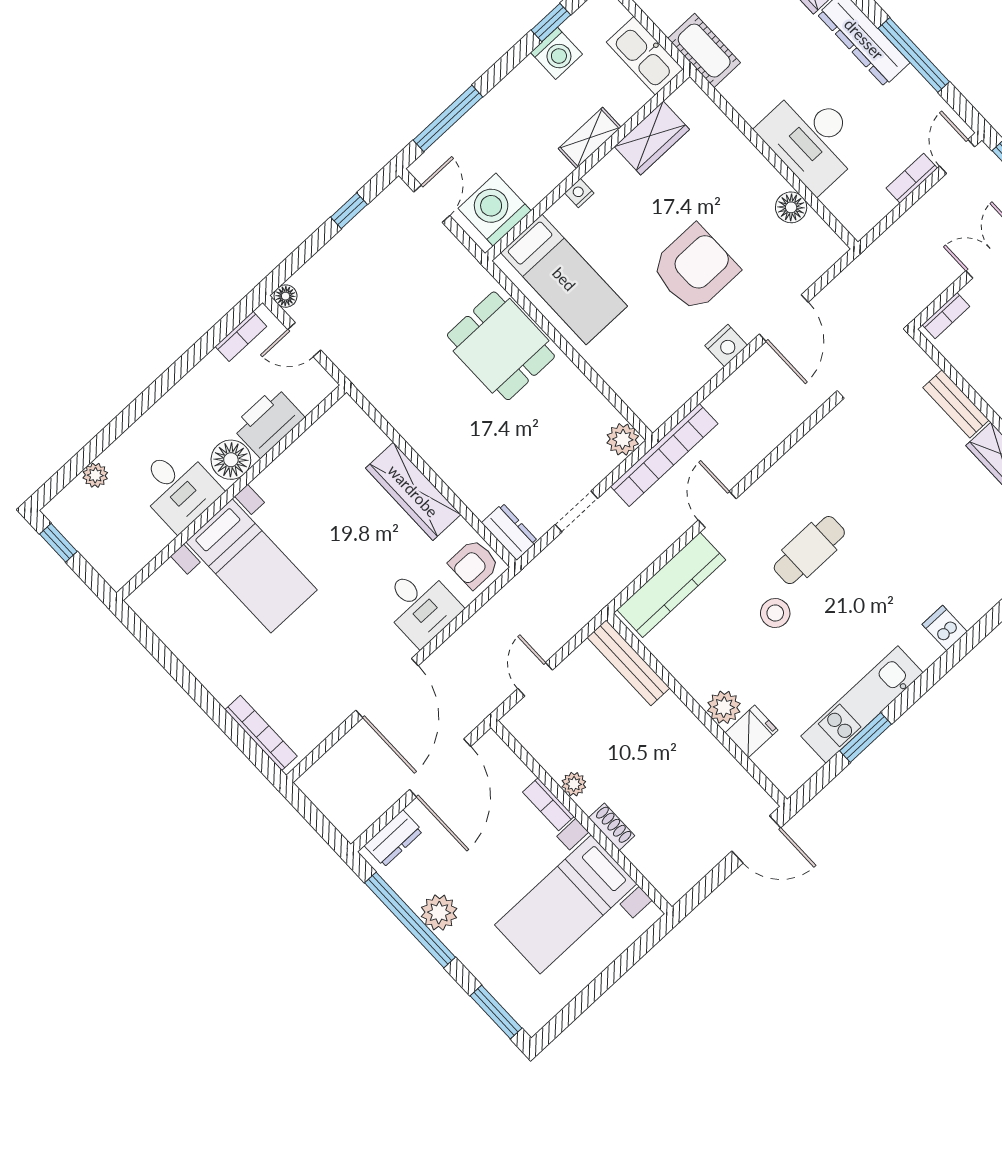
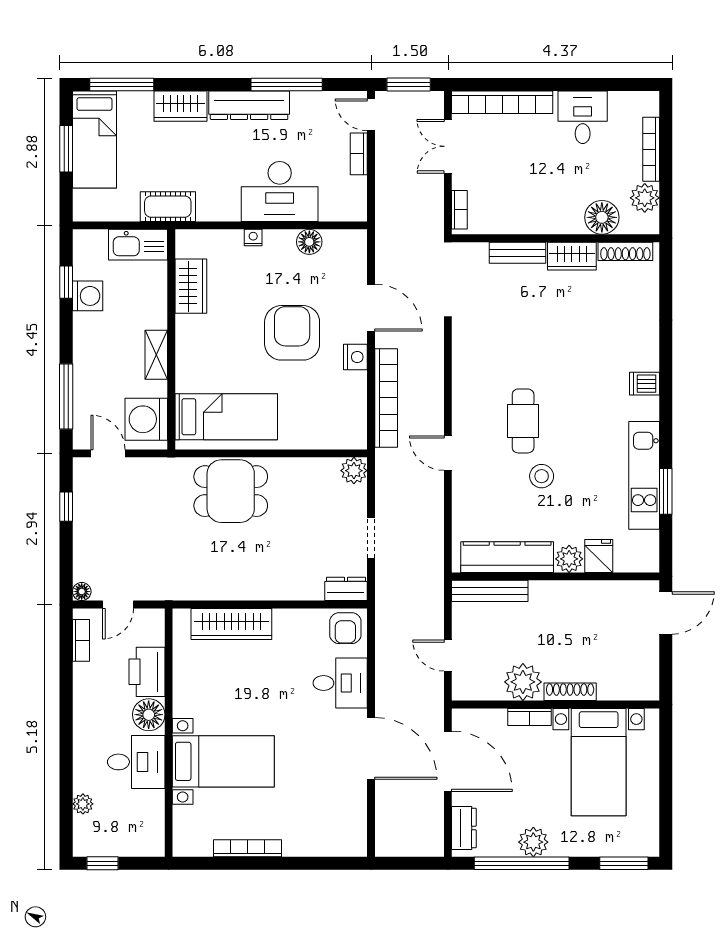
shelving: (590, 138) -> (156, 355), moved
nightstand: (579, 193) -> (253, 238), moved, turned 90
bookcase: (664, 455) -> (386, 398), moved
wardrobe: (413, 491) -> (231, 624), moved
kitchen counter: (671, 585) -> (507, 557), moved, turned -90
bookcase: (261, 733) -> (247, 848), moved
plant: (574, 784) -> (523, 682), width x1.87, depth x1.87
shoe rack: (612, 827) -> (570, 692), width x1.43

